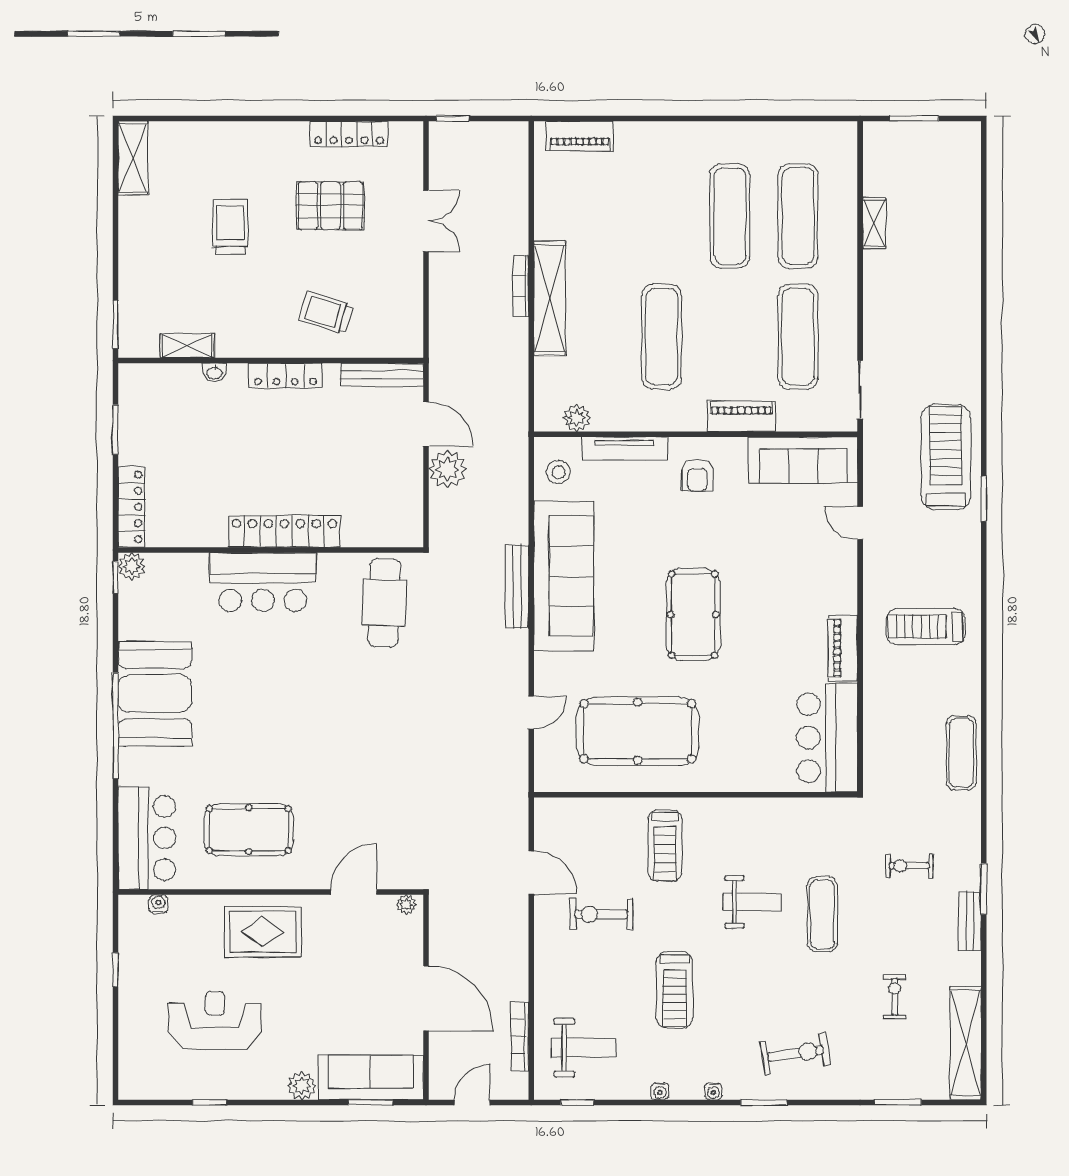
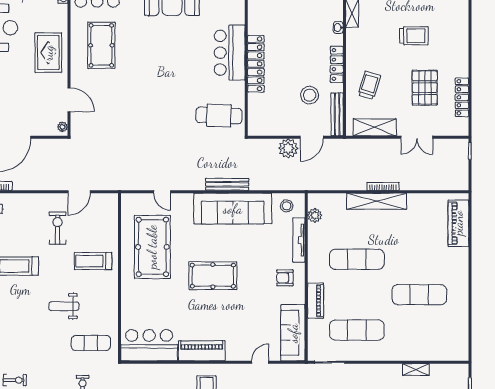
piano: (580, 136) -> (458, 223), width x1.37, depth x1.33
exercise mat: (798, 216) -> (419, 330), removed
shelving: (407, 302) -> (375, 127), added
stool: (345, 428) -> (310, 95), added
piano: (843, 648) -> (202, 351), width x1.37, depth x1.33
weight bench: (752, 902) -> (64, 306), turned 90
exercise mat: (822, 914) -> (91, 343), moved

